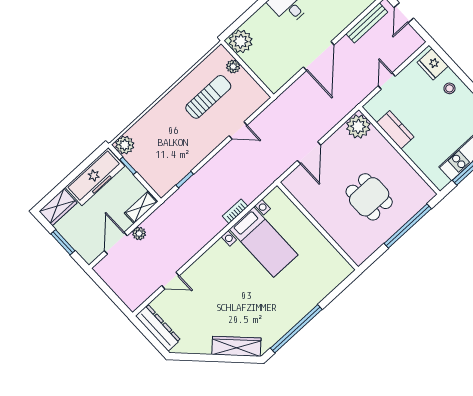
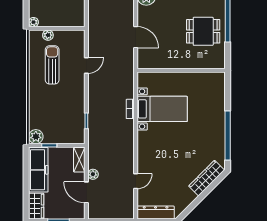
plant: (241, 41) -> (33, 22), width x0.53, depth x0.53
dining table: (369, 197) -> (203, 31), moved

